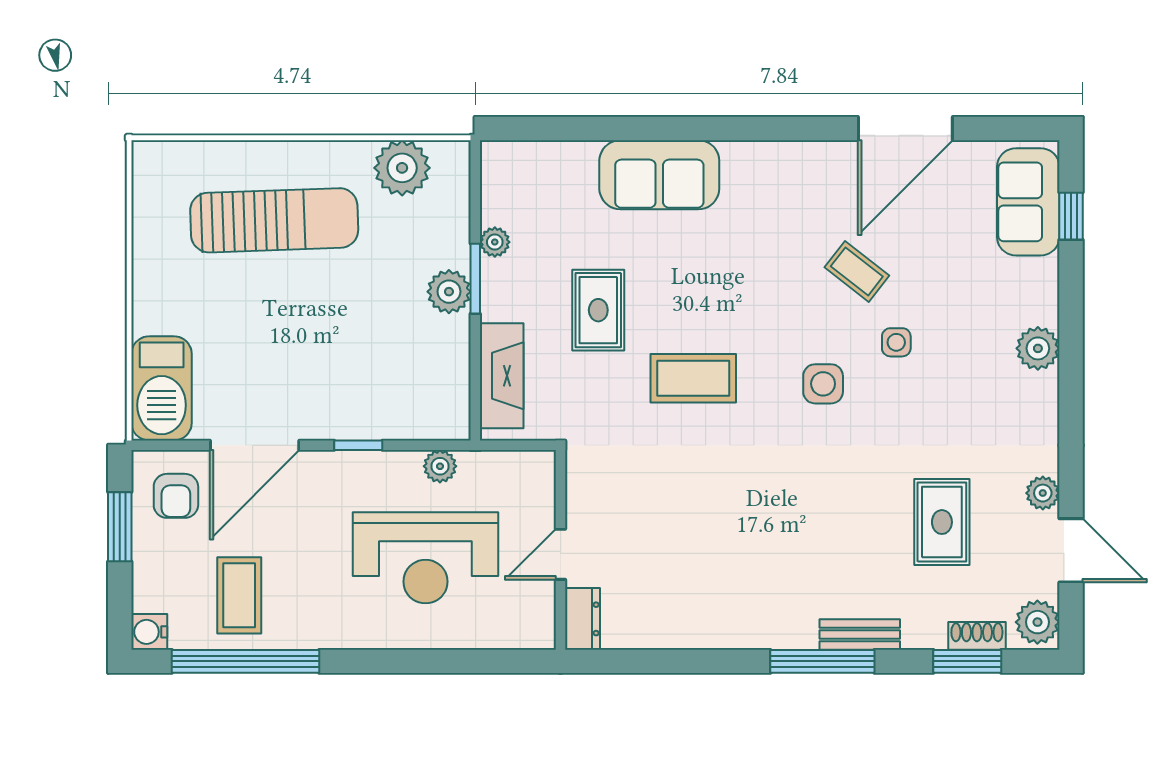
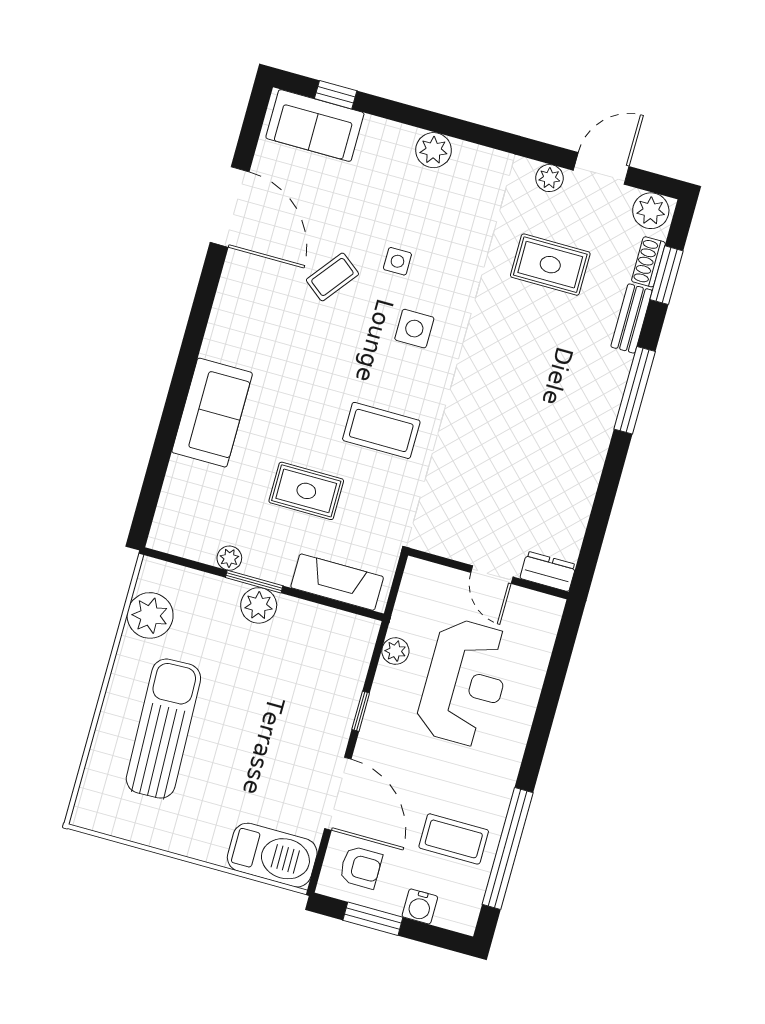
coffee table: (693, 378) -> (381, 430), turned 90
water cooler: (149, 632) -> (420, 906), moved
bench: (860, 634) -> (632, 319), moved

